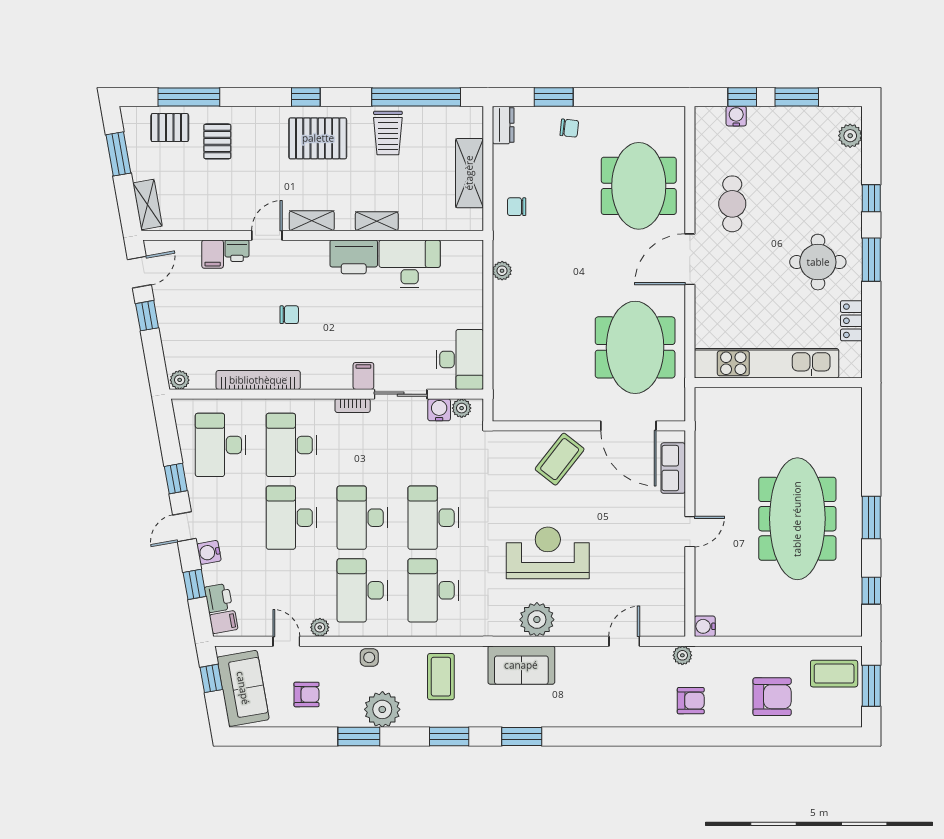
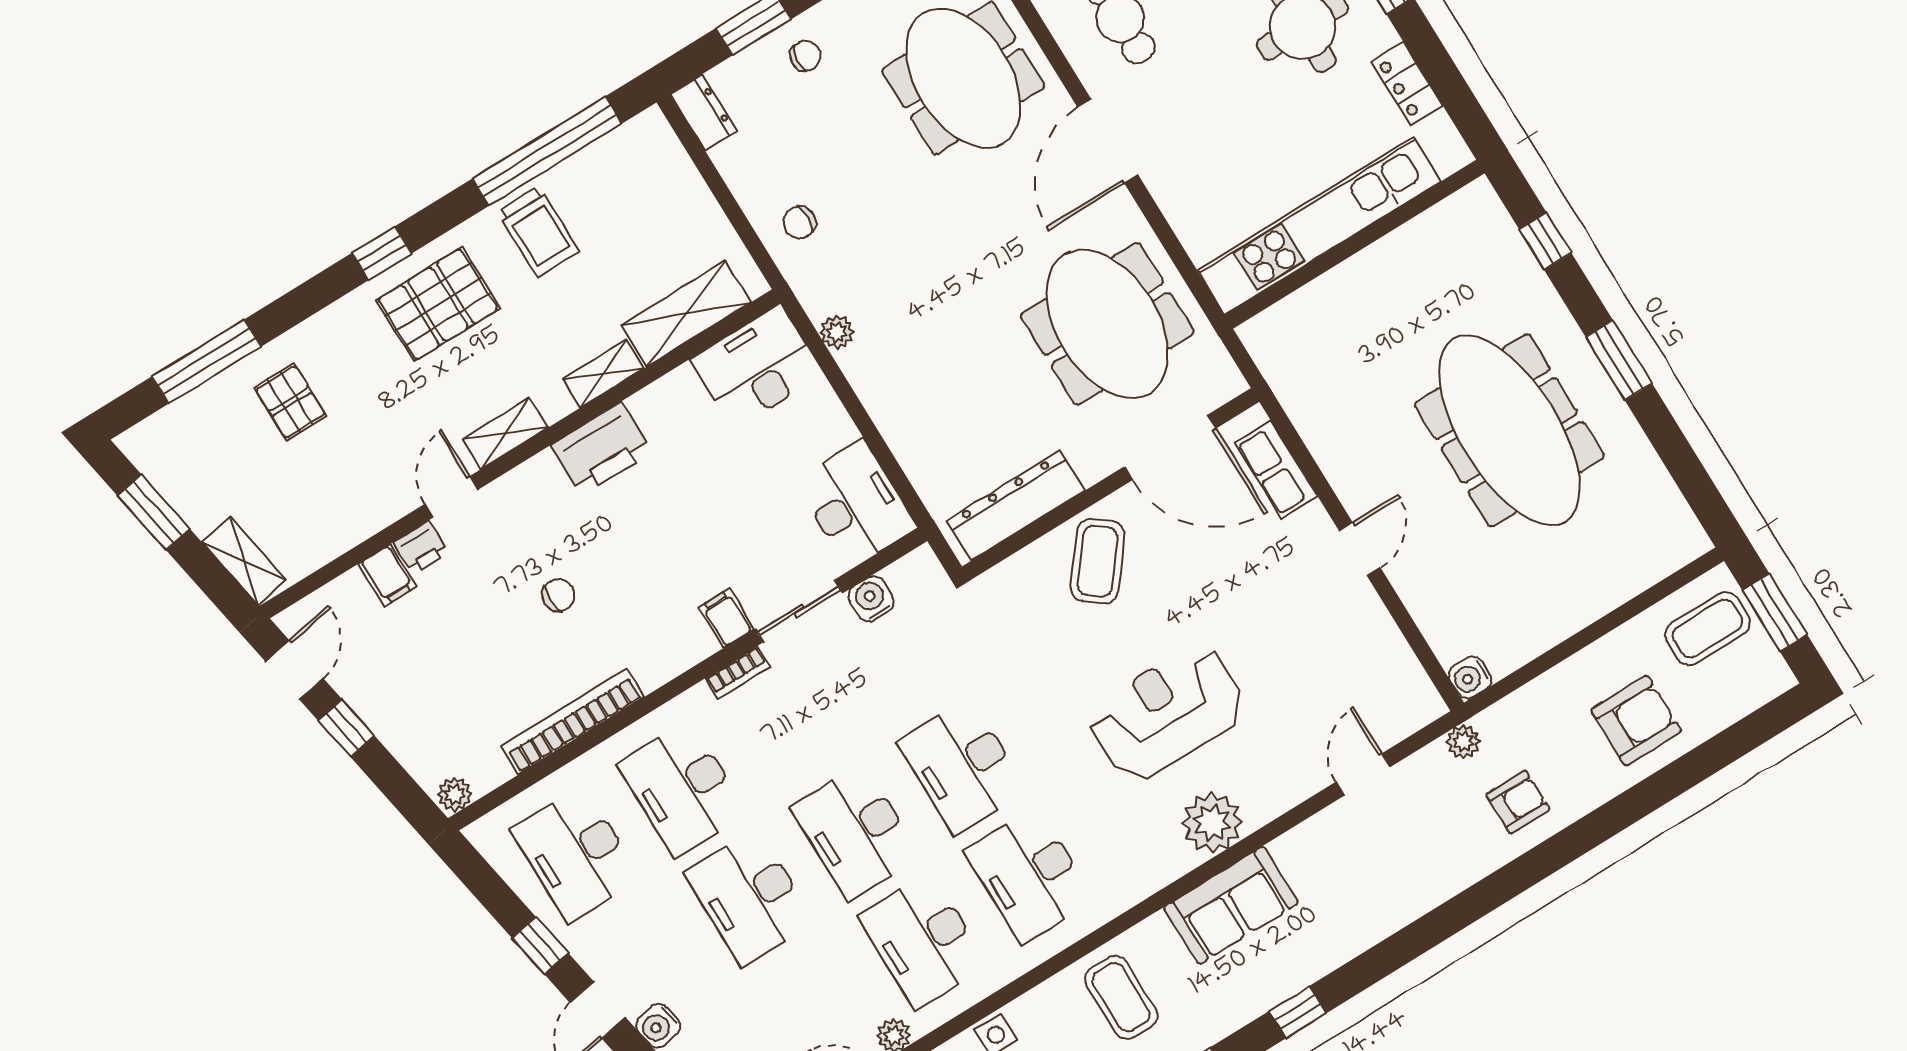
pallet: (170, 128) -> (206, 425), removed
shelving: (469, 173) -> (686, 314), moved, turned 90
desk: (410, 264) -> (757, 367), moved
plant: (462, 408) -> (903, 575), removed
dresser: (536, 408) -> (1015, 506), added
window: (871, 591) -> (1545, 241), moved
window: (522, 736) -> (1298, 1012), width x0.67

